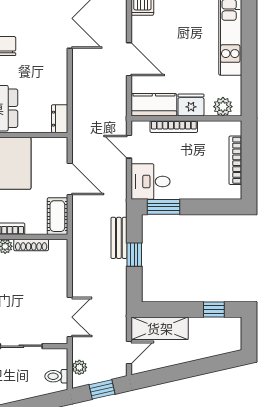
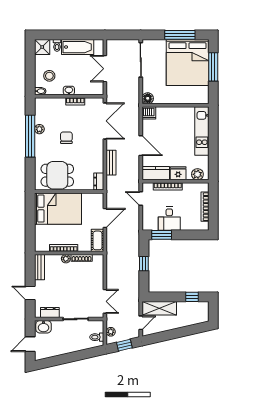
door: (70, 179) -> (105, 218), hinge flipped
desk: (151, 182) -> (169, 219), moved, turned -90
bench: (119, 238) -> (111, 163), moved

